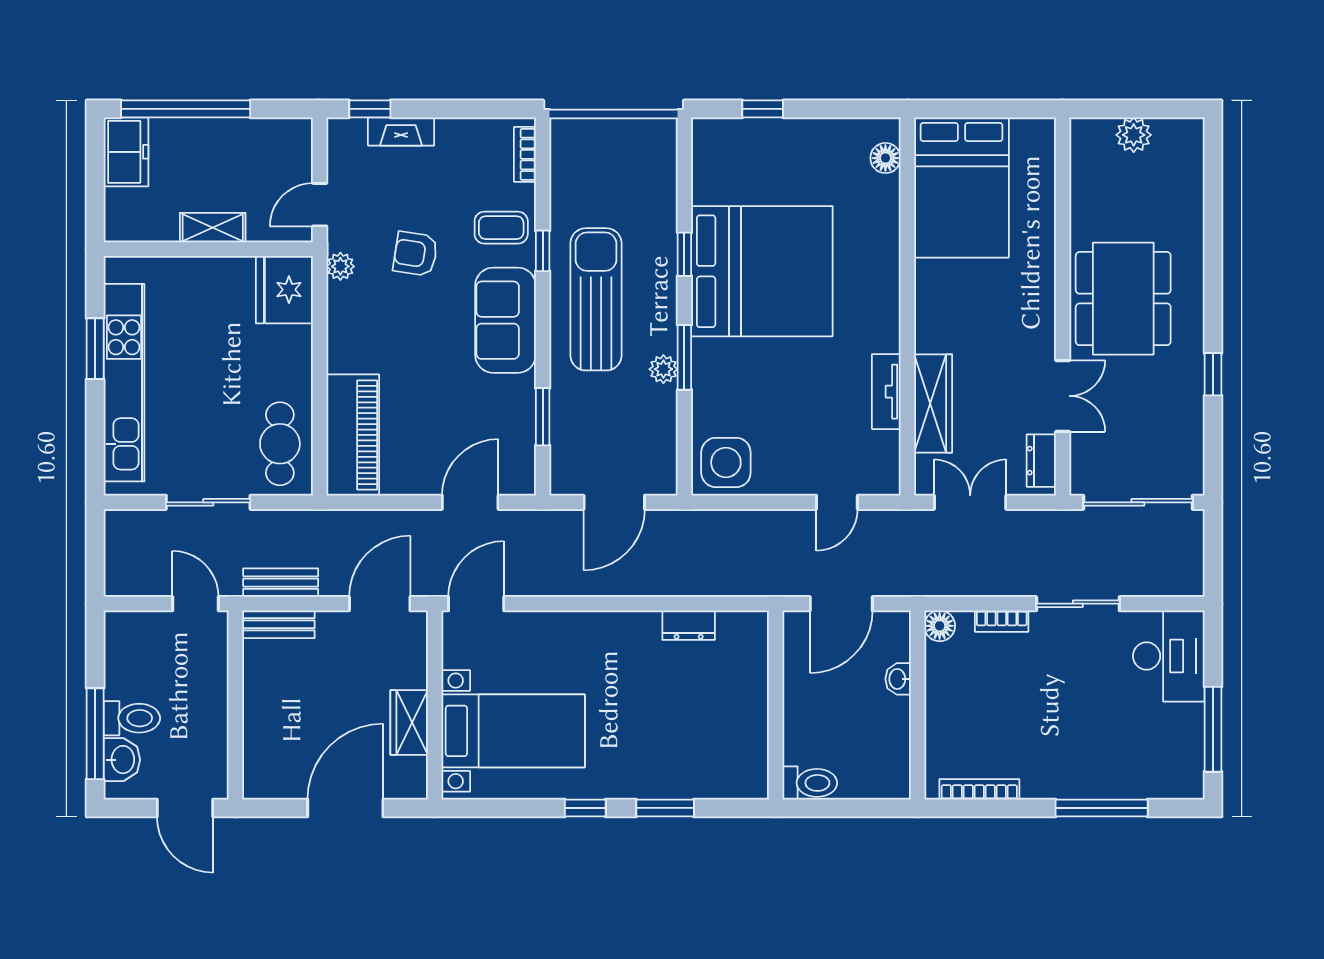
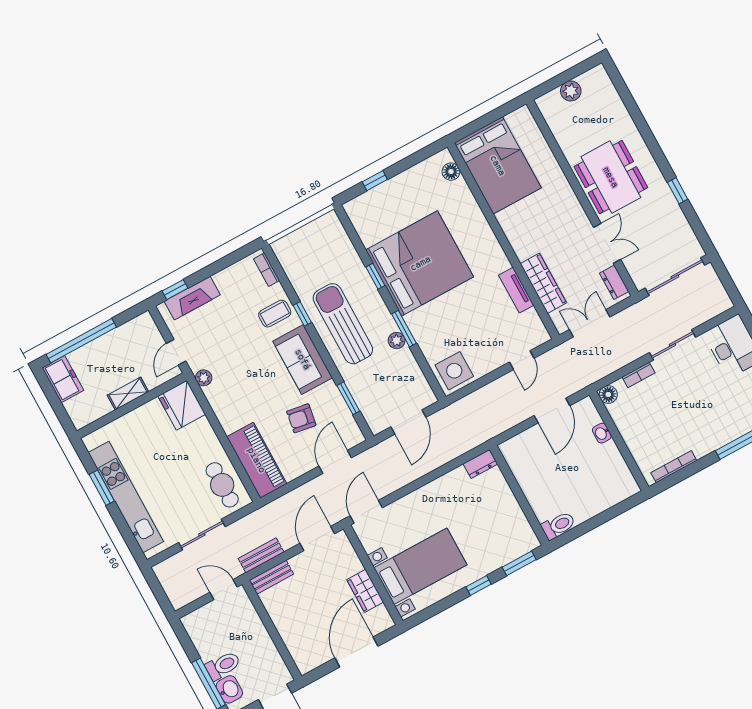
fireplace: (401, 131) -> (192, 298), width x1.37, depth x1.32
armchair: (415, 254) -> (301, 418), moved
wall: (776, 705) -> (519, 495), moved
toilet: (810, 783) -> (558, 525), moved

